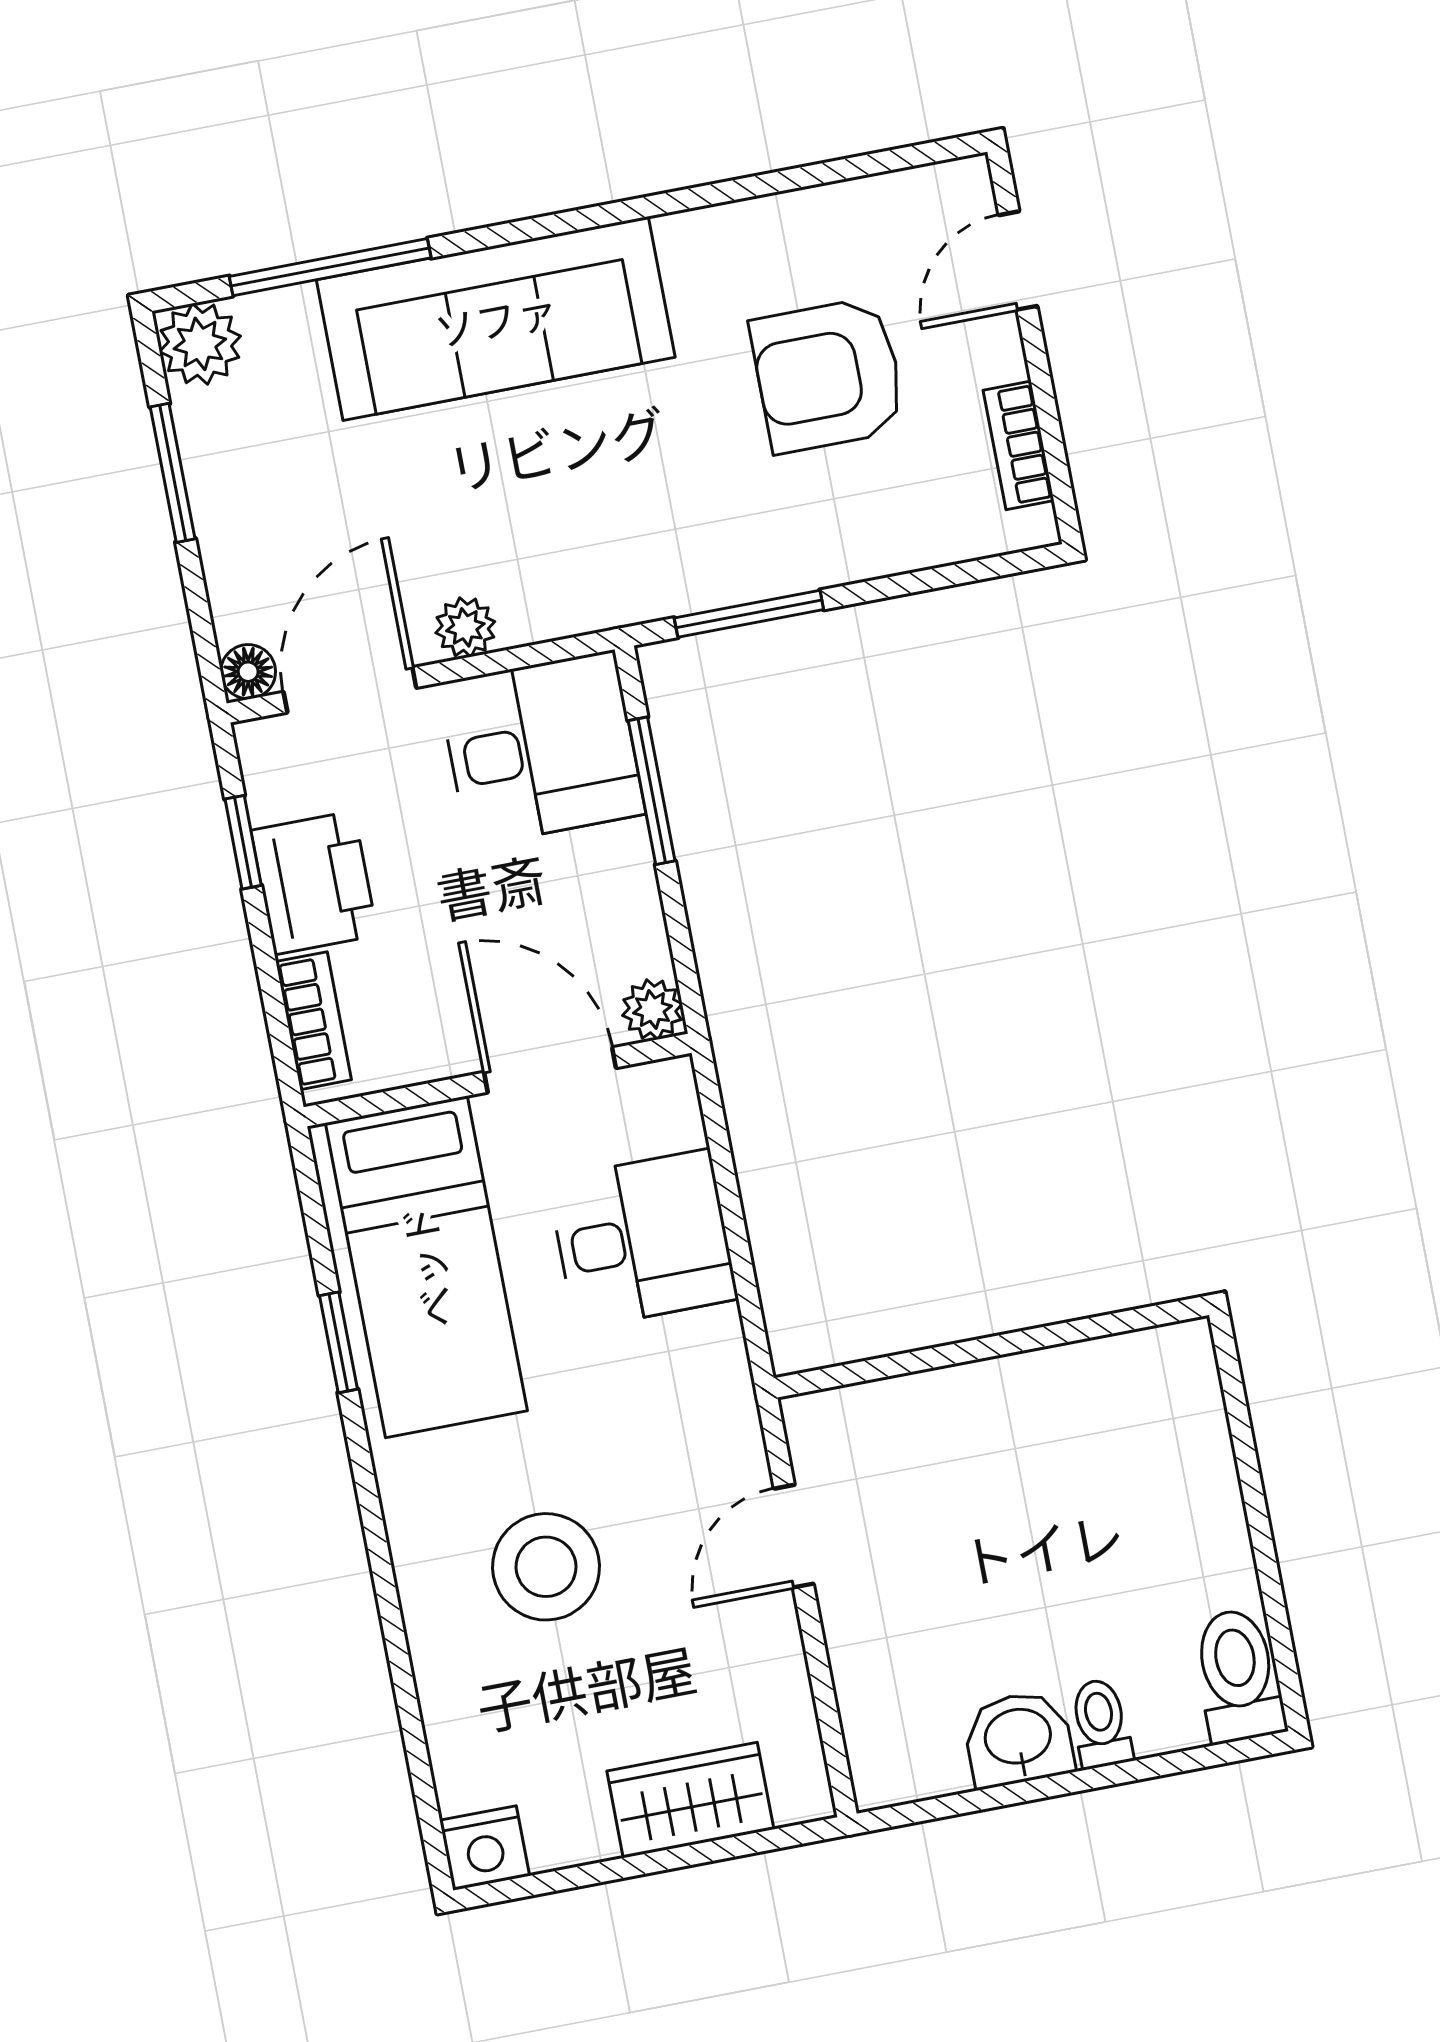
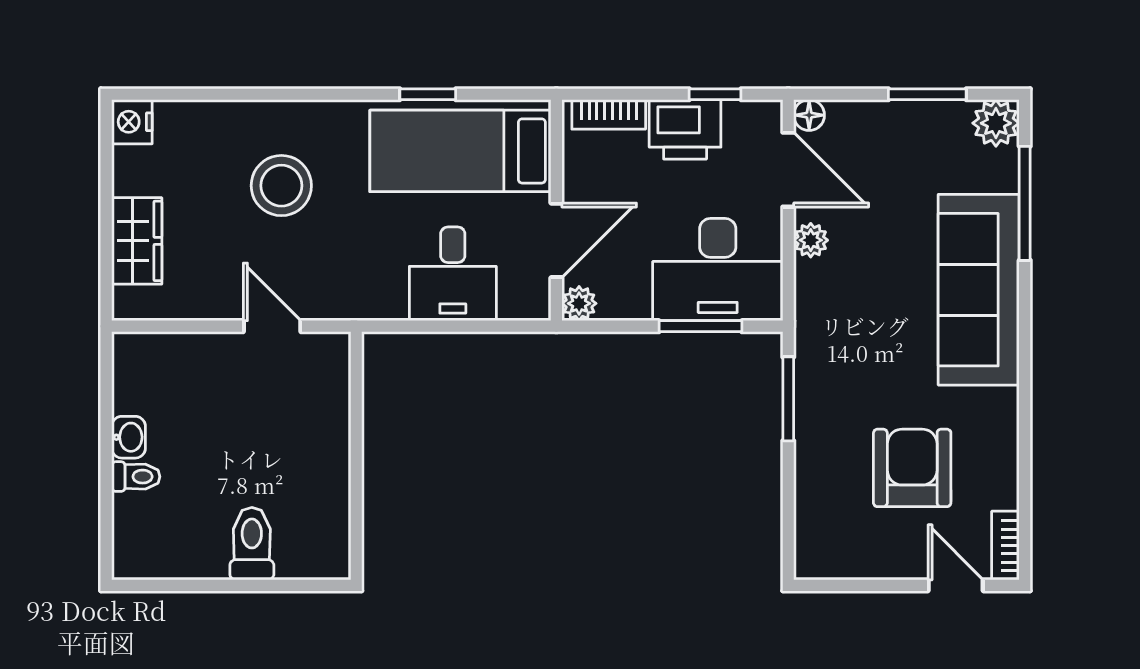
bookcase: (1019, 445) -> (1005, 546), moved, turned -90
desk: (541, 749) -> (718, 270), width x1.37
toilet: (1238, 1675) -> (252, 544), moved, turned -90
washbasin: (1018, 1739) -> (129, 437), width x0.72, depth x0.69

